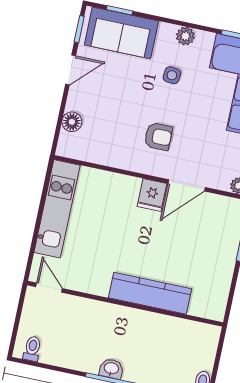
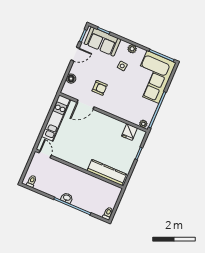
armchair: (158, 137) -> (100, 88), moved
door: (187, 185) -> (86, 105), moved
fridge: (152, 195) -> (129, 132), moved
kitchen counter: (150, 293) -> (107, 172), moved

